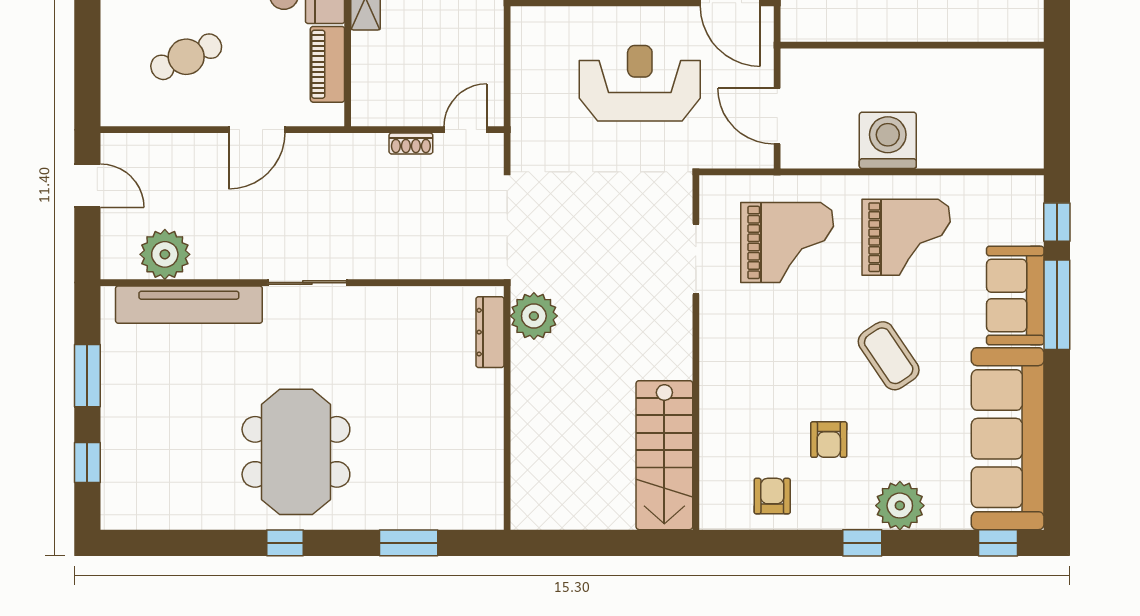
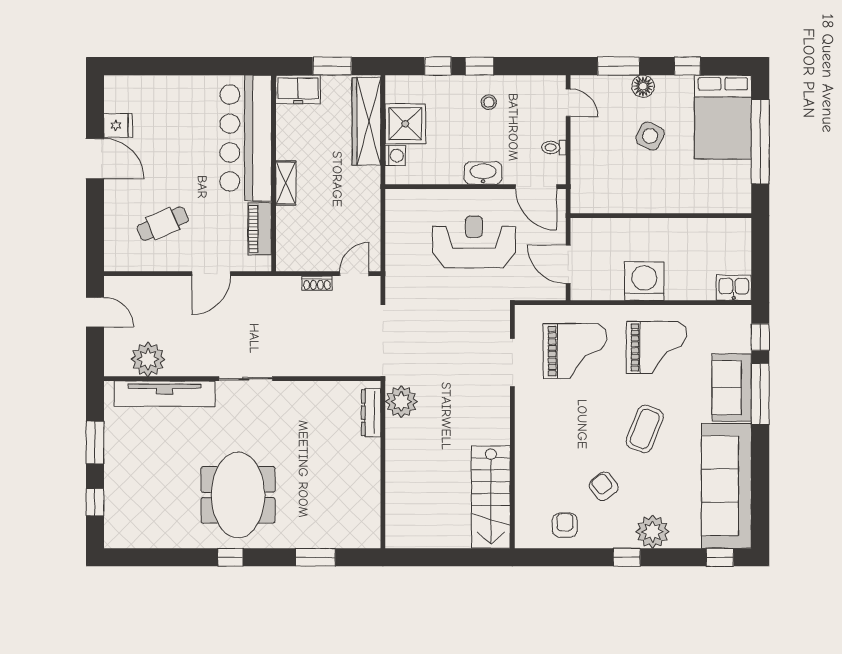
kitchen sink: (1018, 150) -> (734, 288), added
coffee table: (889, 356) -> (645, 429), turned 56
armchair: (829, 440) -> (604, 486), turned 143

